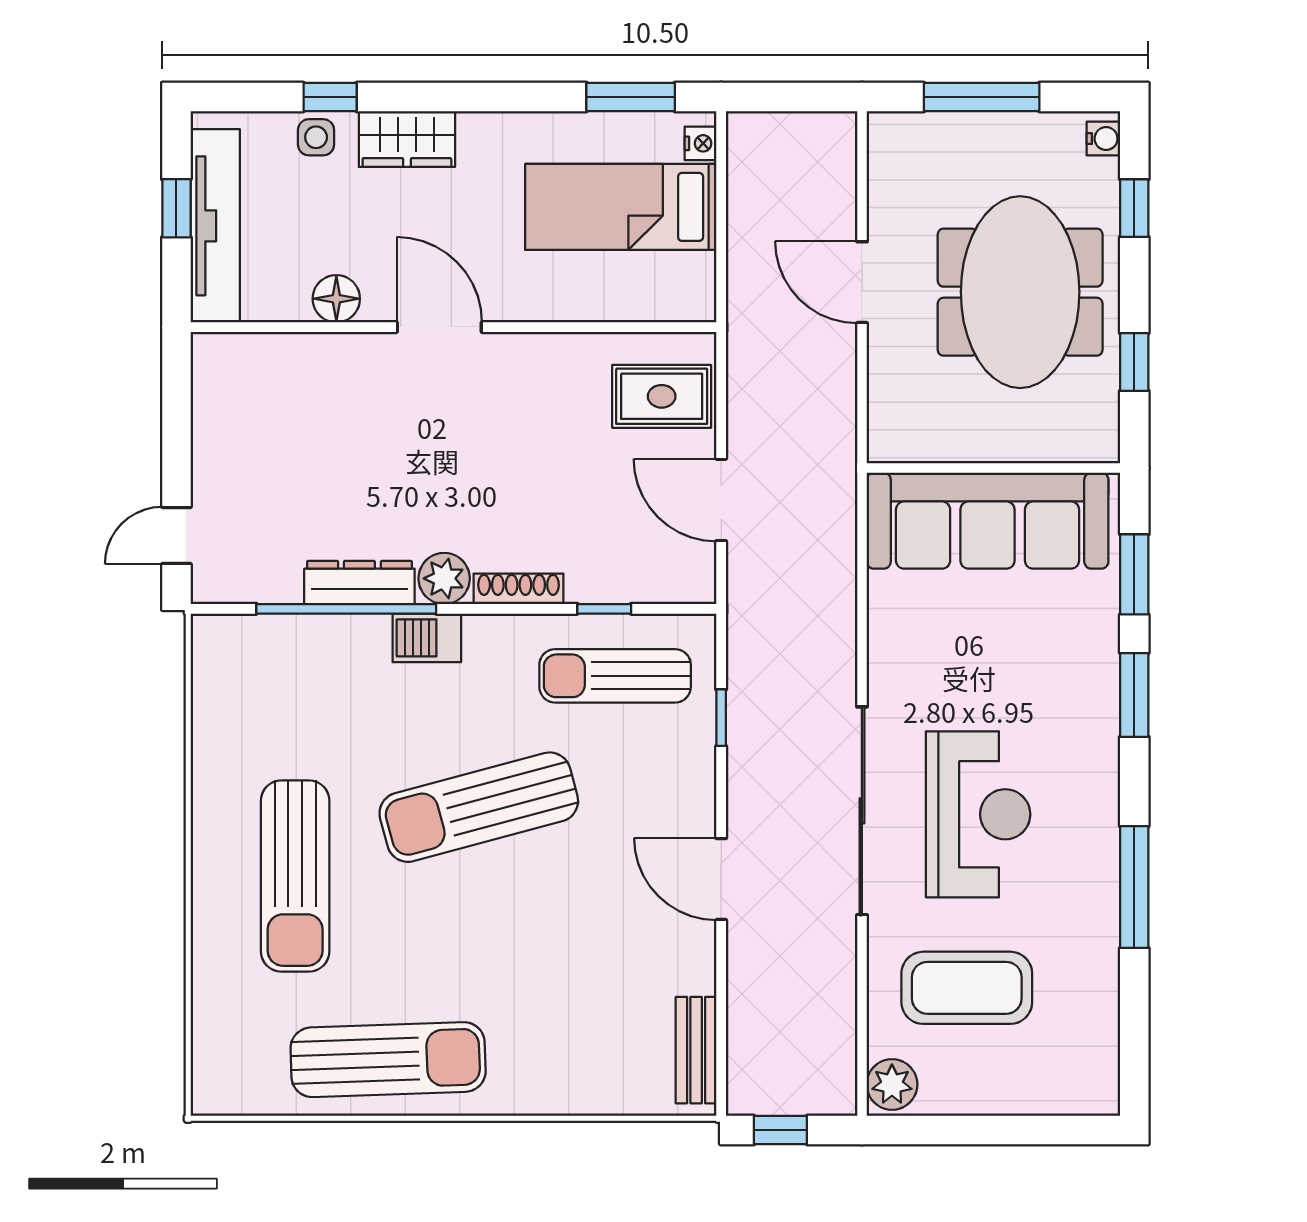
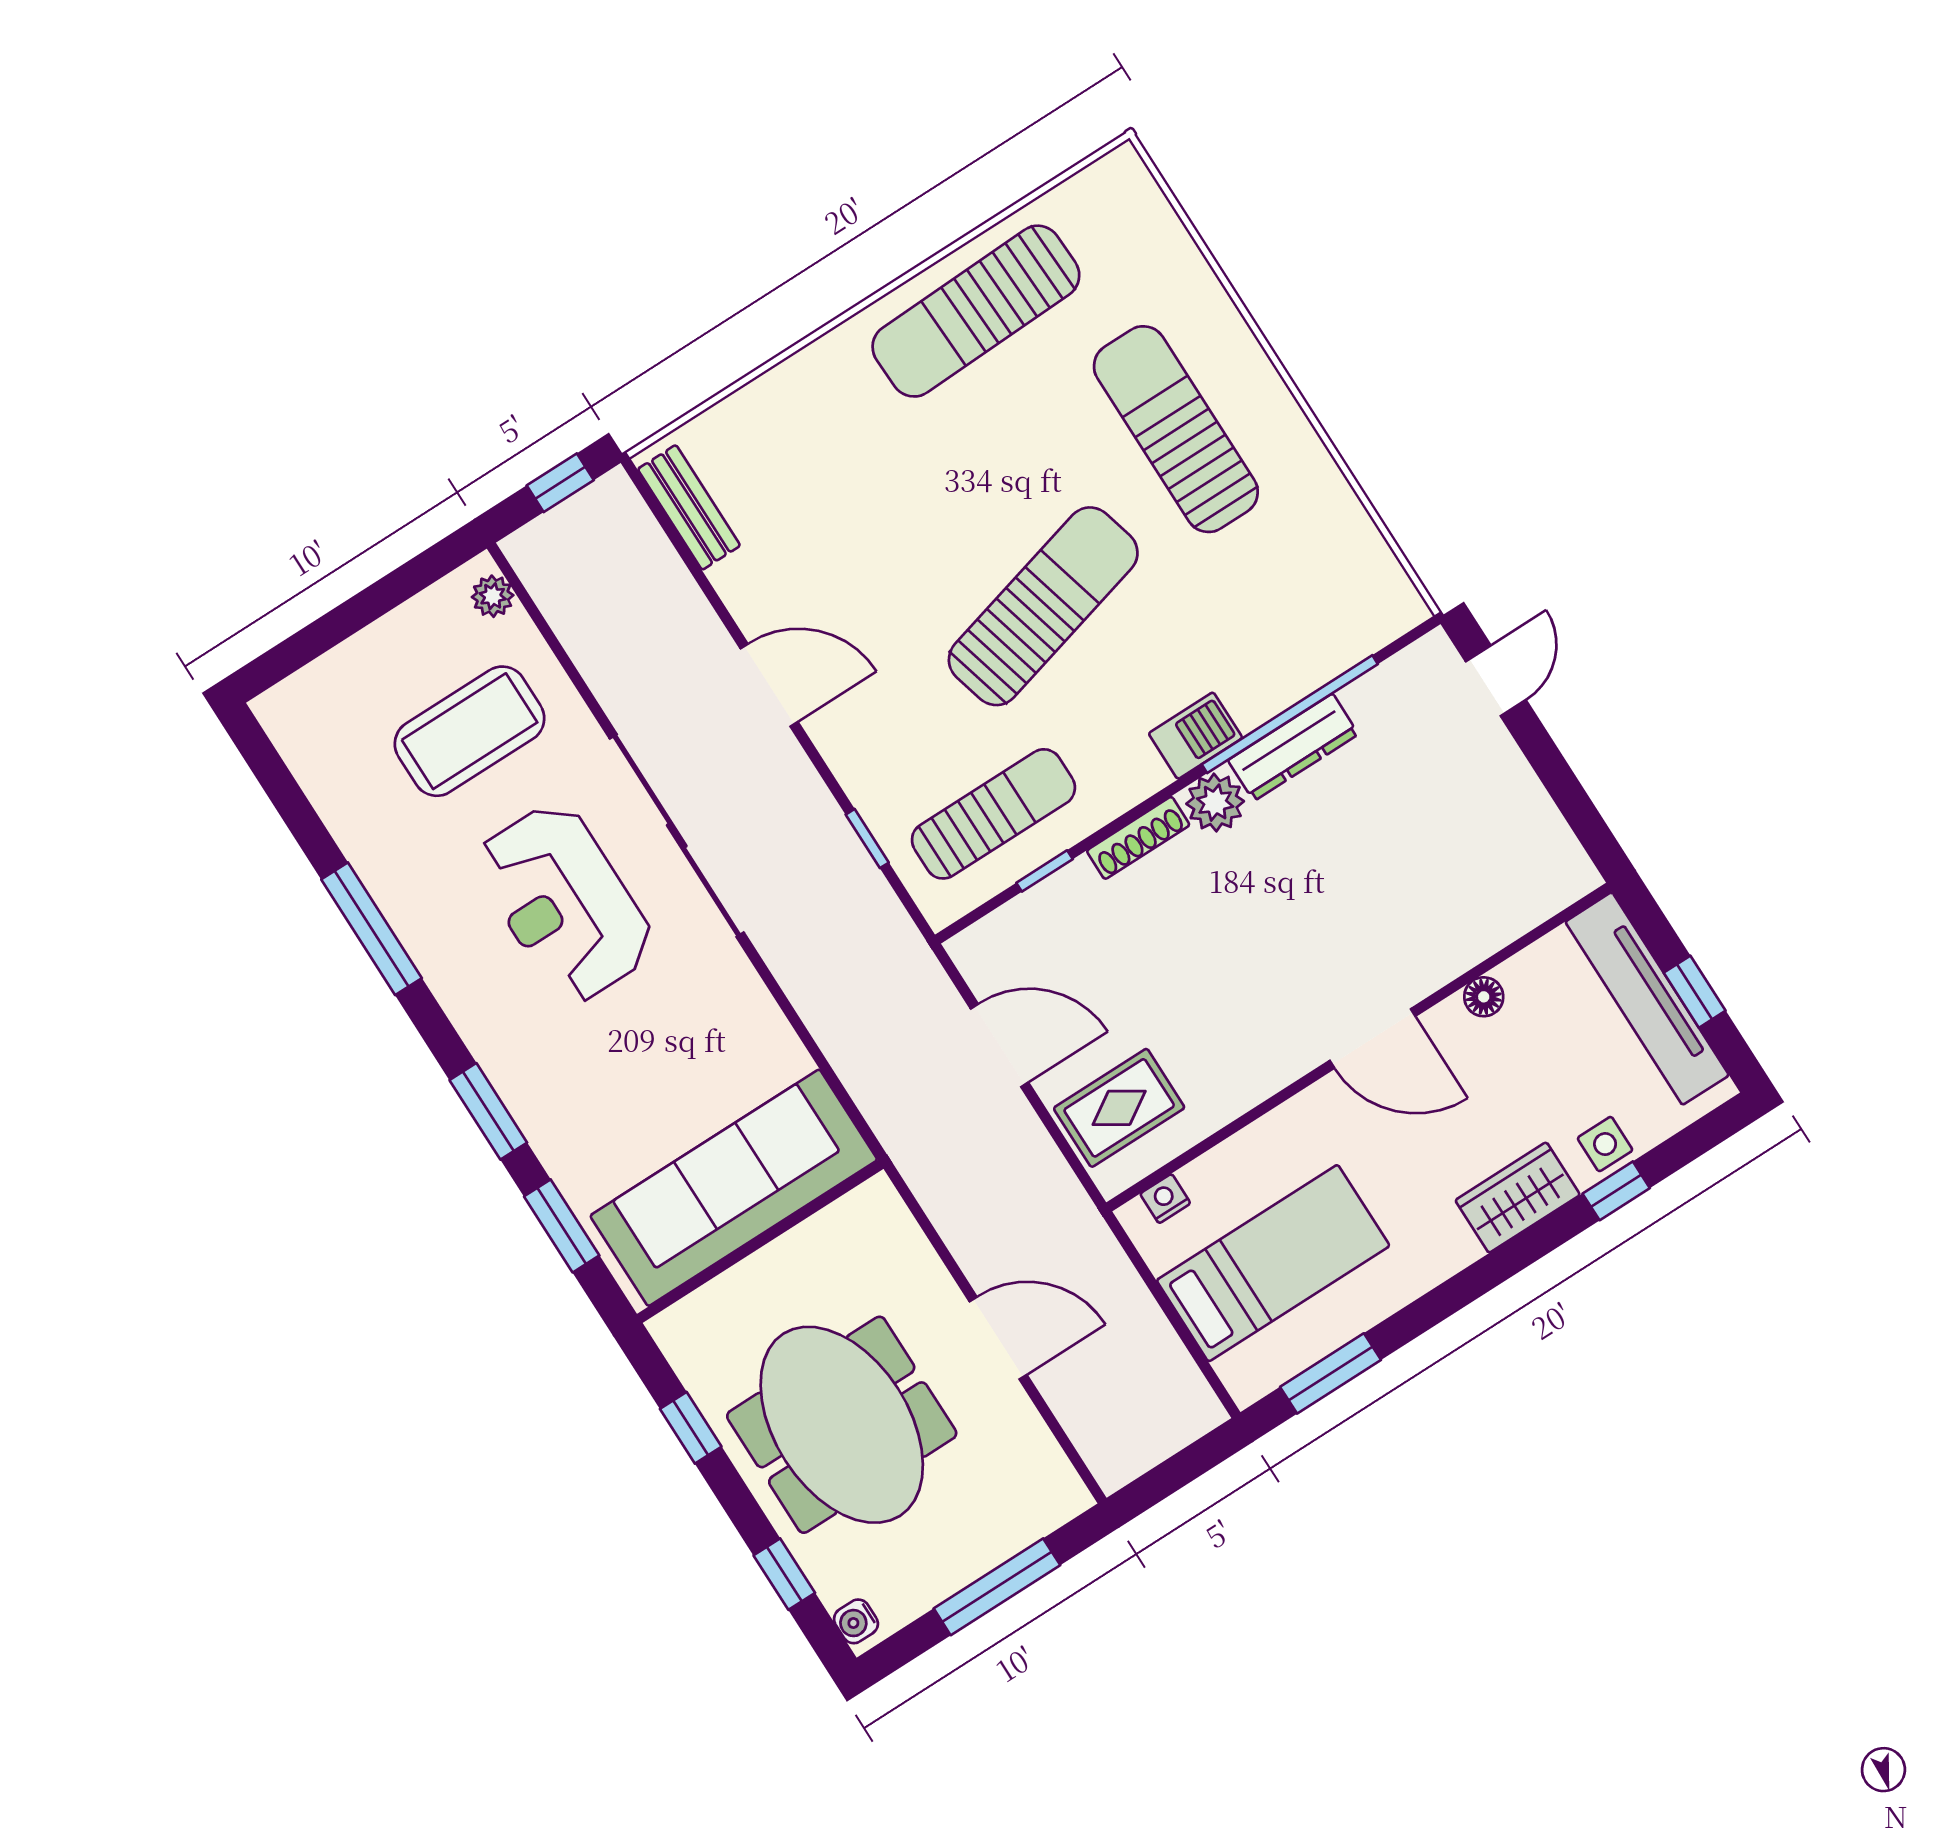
nightstand: (701, 143) -> (1165, 1199), moved, turned 90
floor lamp: (336, 299) -> (1484, 997), width x0.73, depth x0.73
plant: (892, 1084) -> (493, 596), width x0.73, depth x0.73

